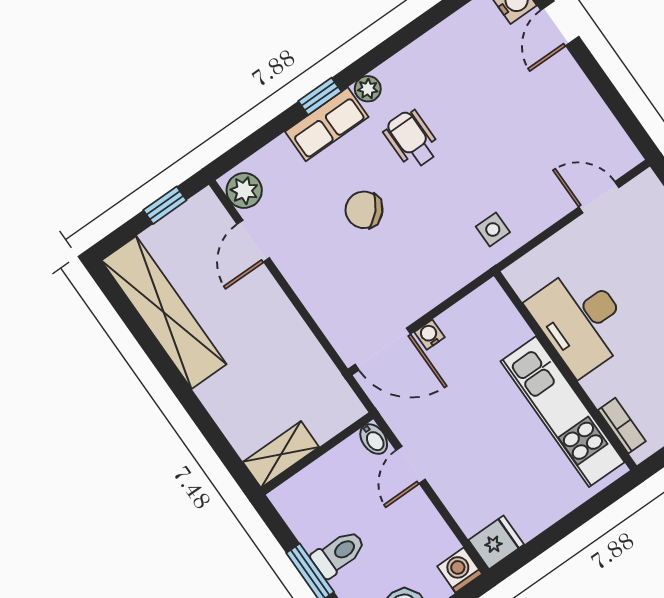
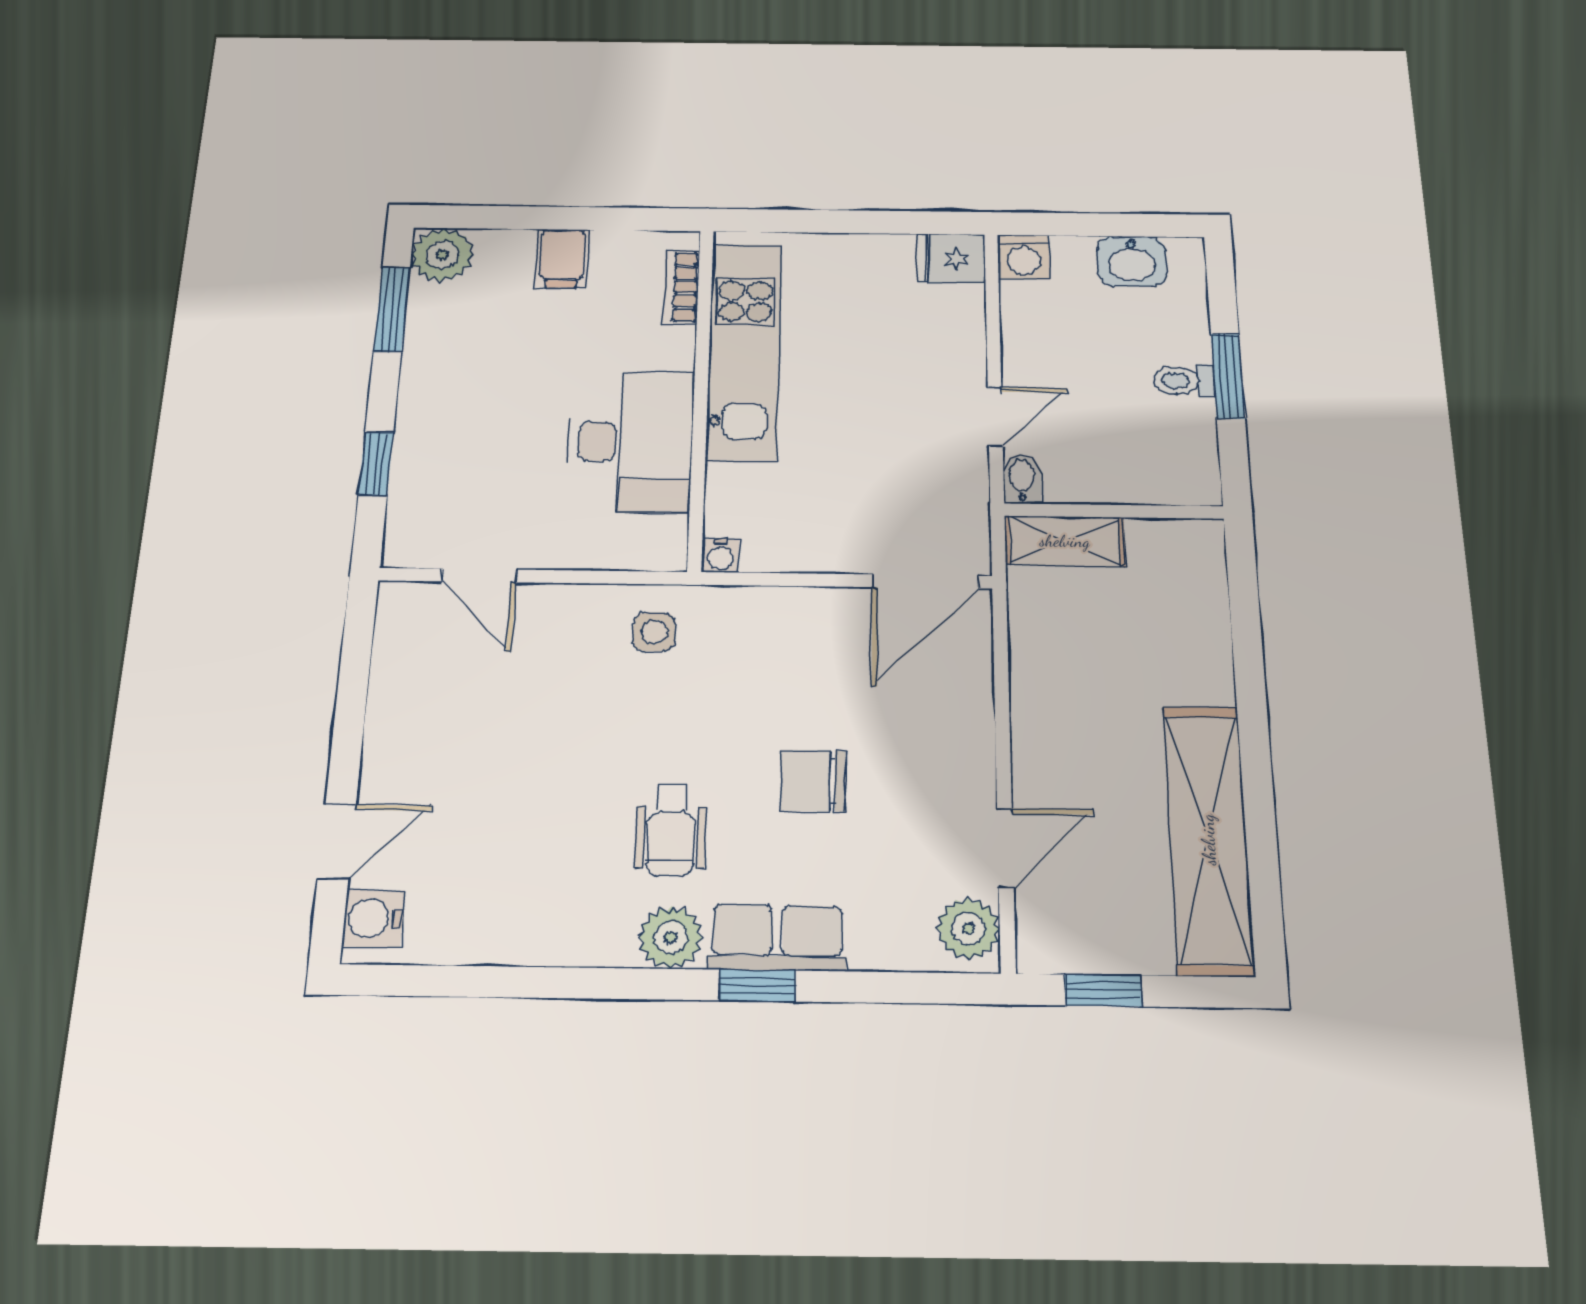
plant: (368, 89) -> (671, 937), width x1.38, depth x1.38
chair: (364, 210) -> (813, 781), turned 137
water cooler: (430, 335) -> (720, 555), moved
door: (383, 349) -> (925, 581), swing flipped
shelving: (281, 454) -> (1065, 541), moved
toilet: (339, 553) -> (1184, 380), width x0.73, depth x0.72

